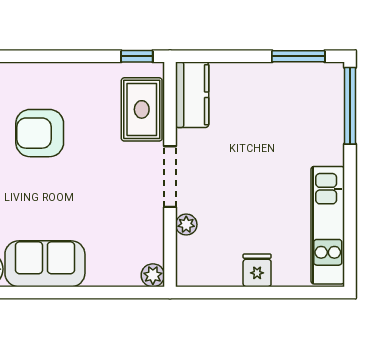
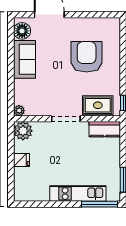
armchair: (40, 133) -> (87, 57), width x1.36, depth x1.36
plant: (186, 225) -> (23, 131), moved, width x1.87, depth x1.87
kitchen unit: (328, 225) -> (78, 194), moved

